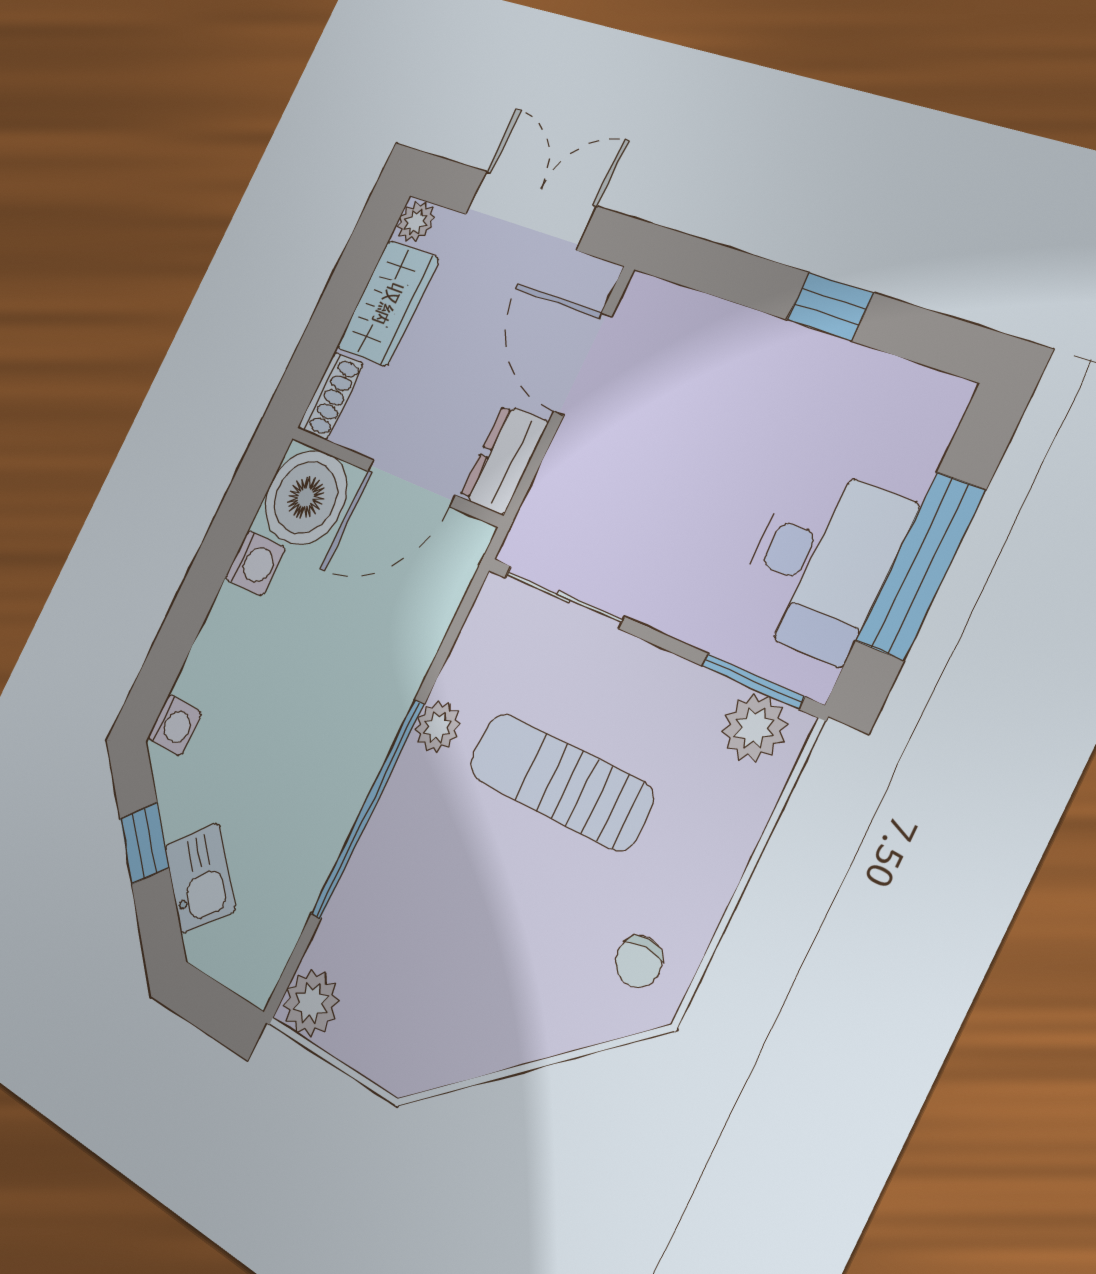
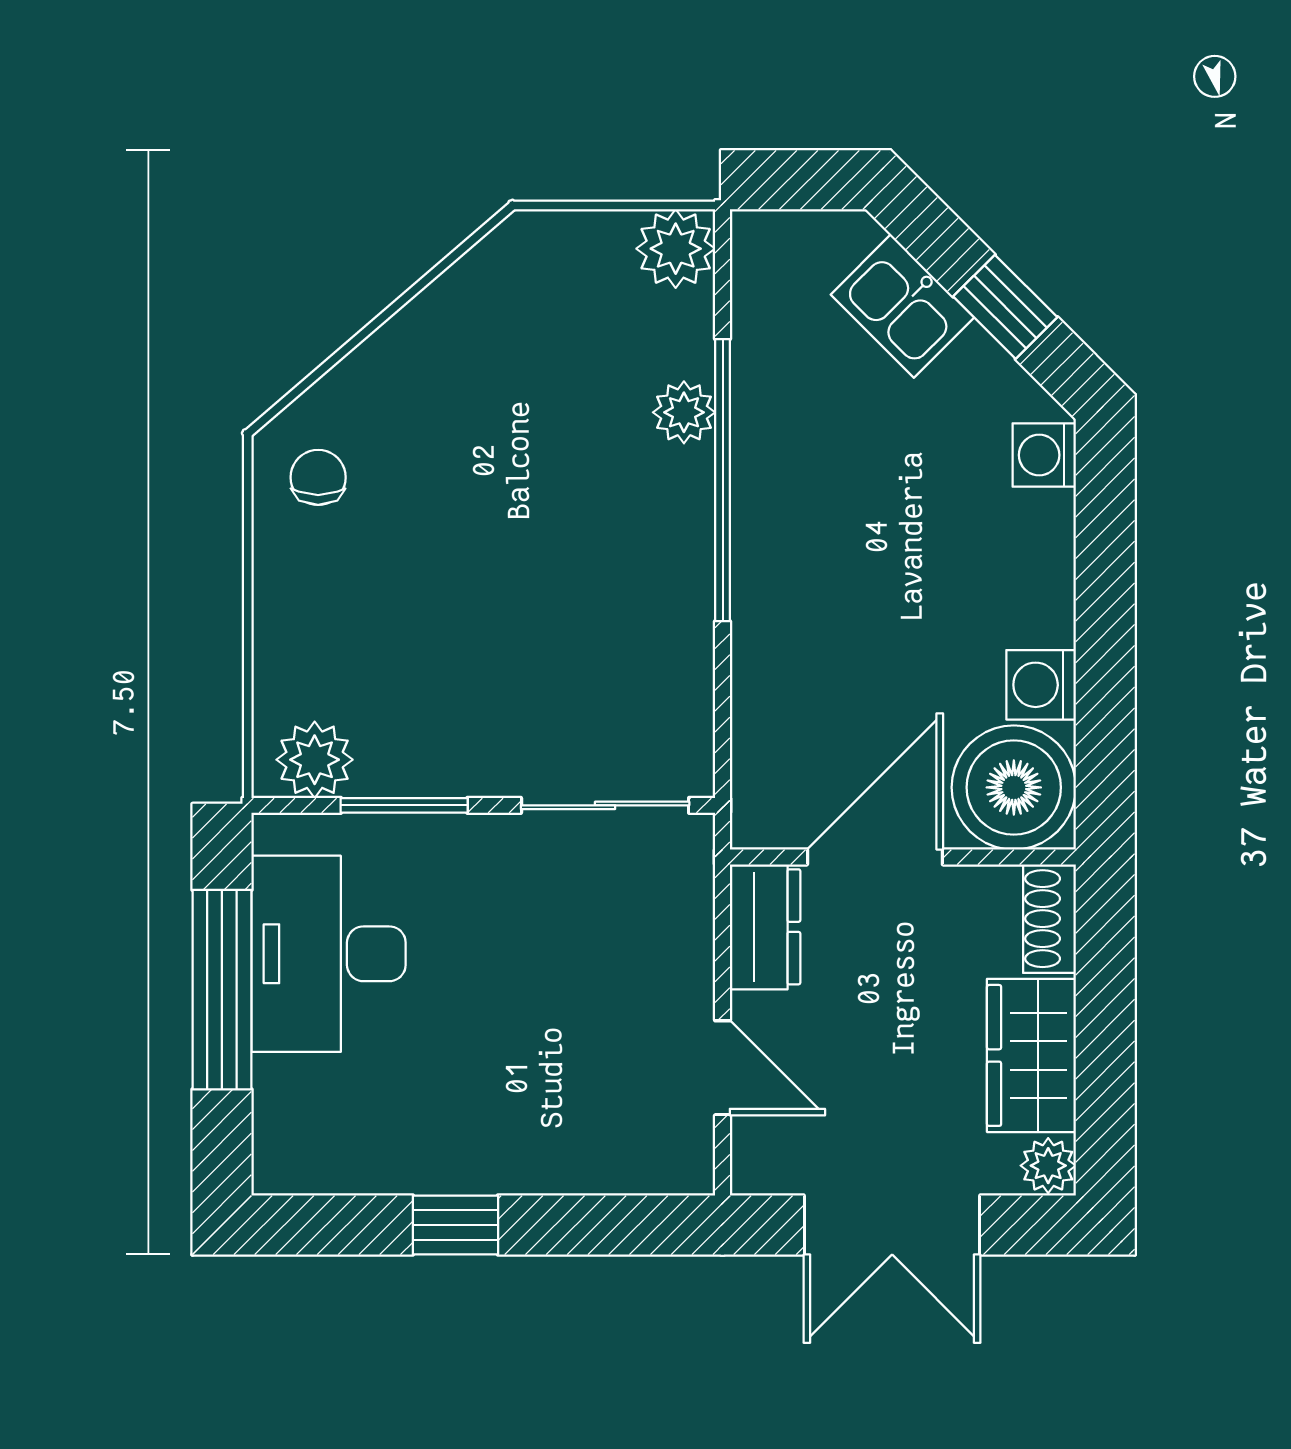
door: (583, 364) -> (723, 1068), width x0.73
window: (753, 681) -> (404, 805), moved
plant: (438, 727) -> (684, 412), moved
sun lounger: (560, 781) -> (503, 613), removed

